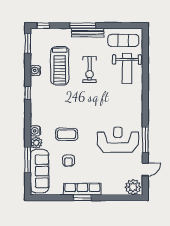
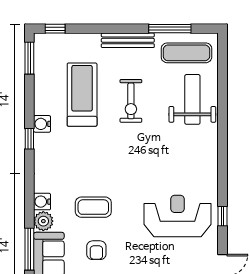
window: (83, 26) -> (170, 29), moved
treadmill: (60, 66) -> (82, 95), turned 180
weight bench: (127, 69) -> (192, 99), turned 180
water cooler: (35, 70) -> (42, 124), moved
window: (145, 140) -> (222, 216), width x0.46

